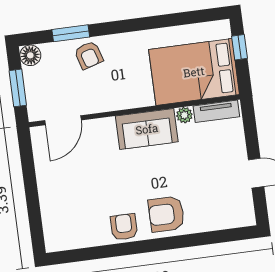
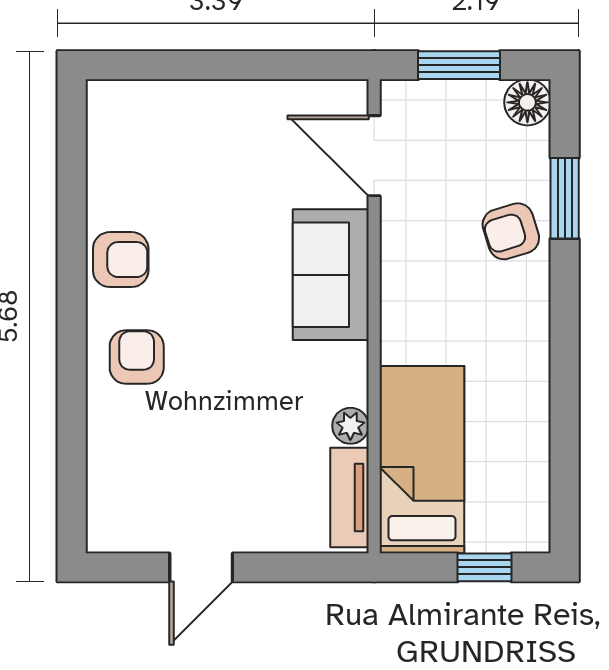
bed: (194, 72) -> (422, 460), width x0.67
sofa: (147, 129) -> (331, 275), moved
armchair: (166, 214) -> (137, 357), width x0.72, depth x0.72

